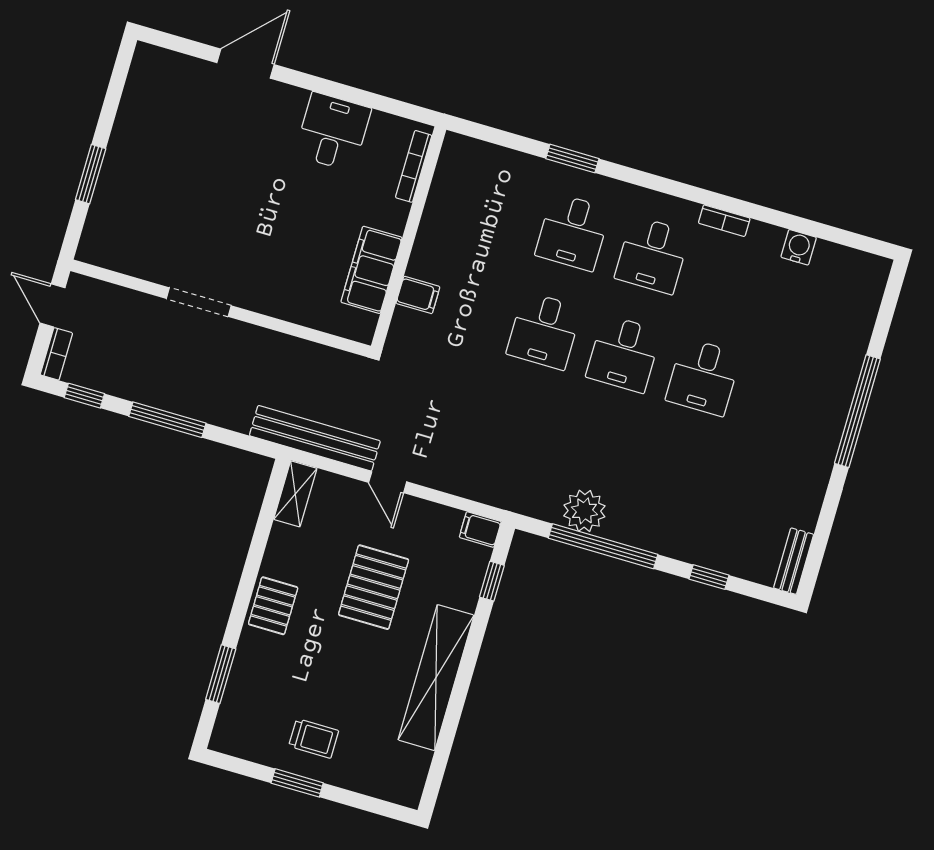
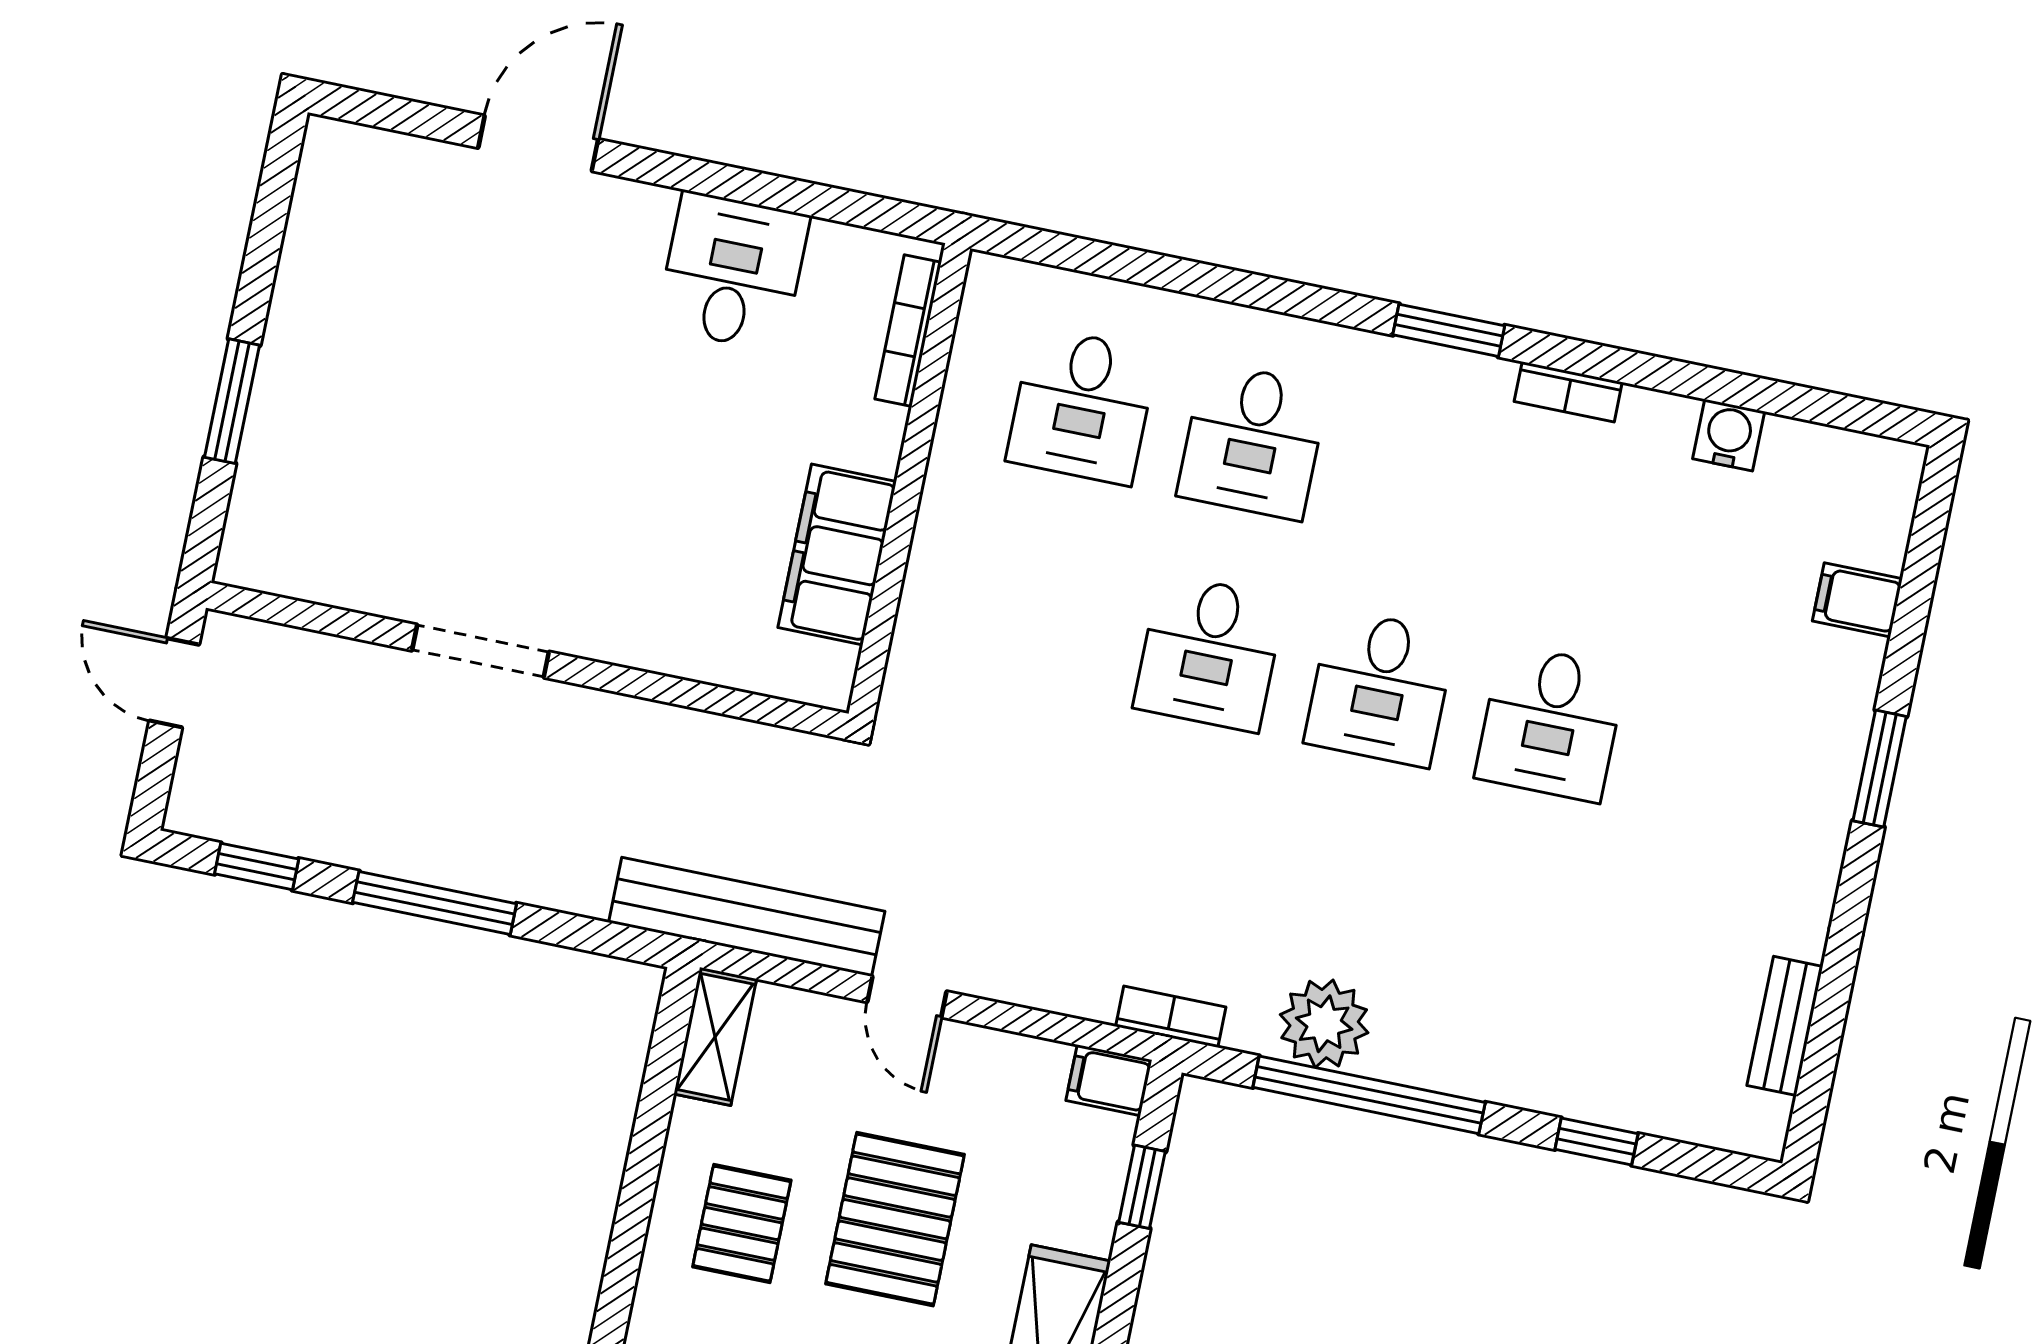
window: (572, 159) -> (1449, 330), moved
desk: (652, 255) -> (1082, 406), moved
filing cabinet: (418, 295) -> (1857, 600), moved, turned 180
bookcase: (56, 354) -> (1171, 1017), moved, turned -90
window: (857, 411) -> (1880, 769), width x0.47
bench: (794, 561) -> (1785, 1026), moved
pallet: (273, 606) -> (742, 1224), moved

